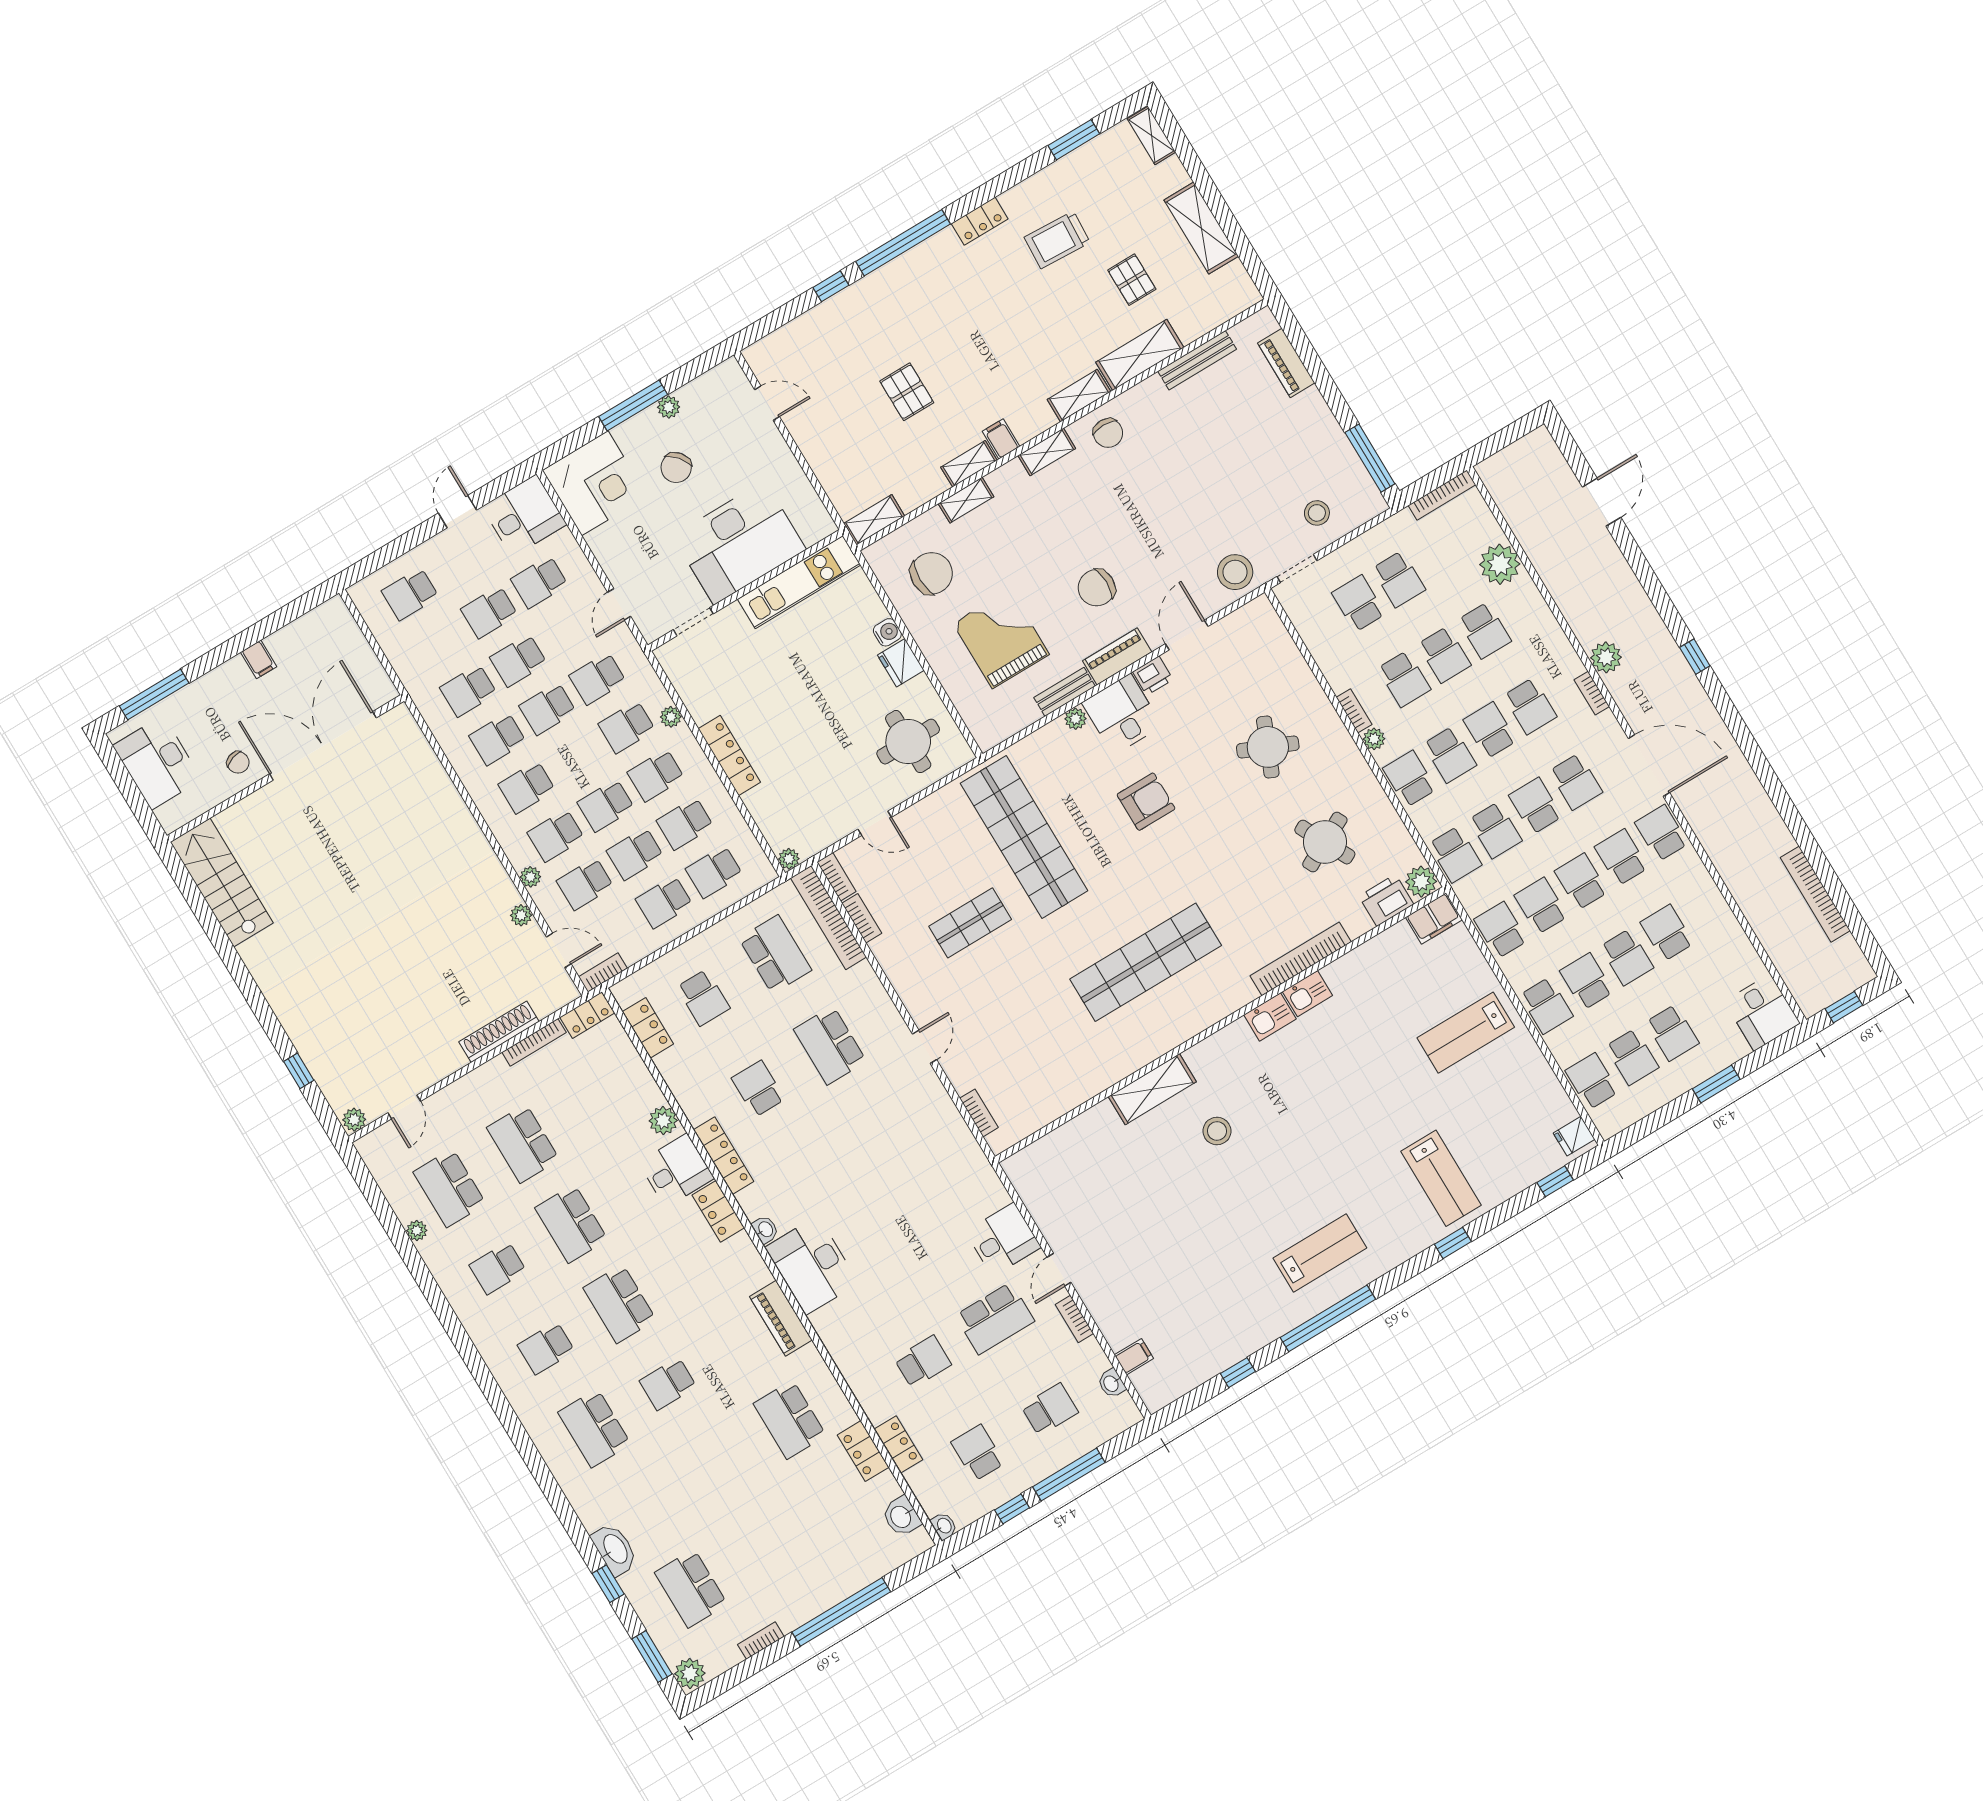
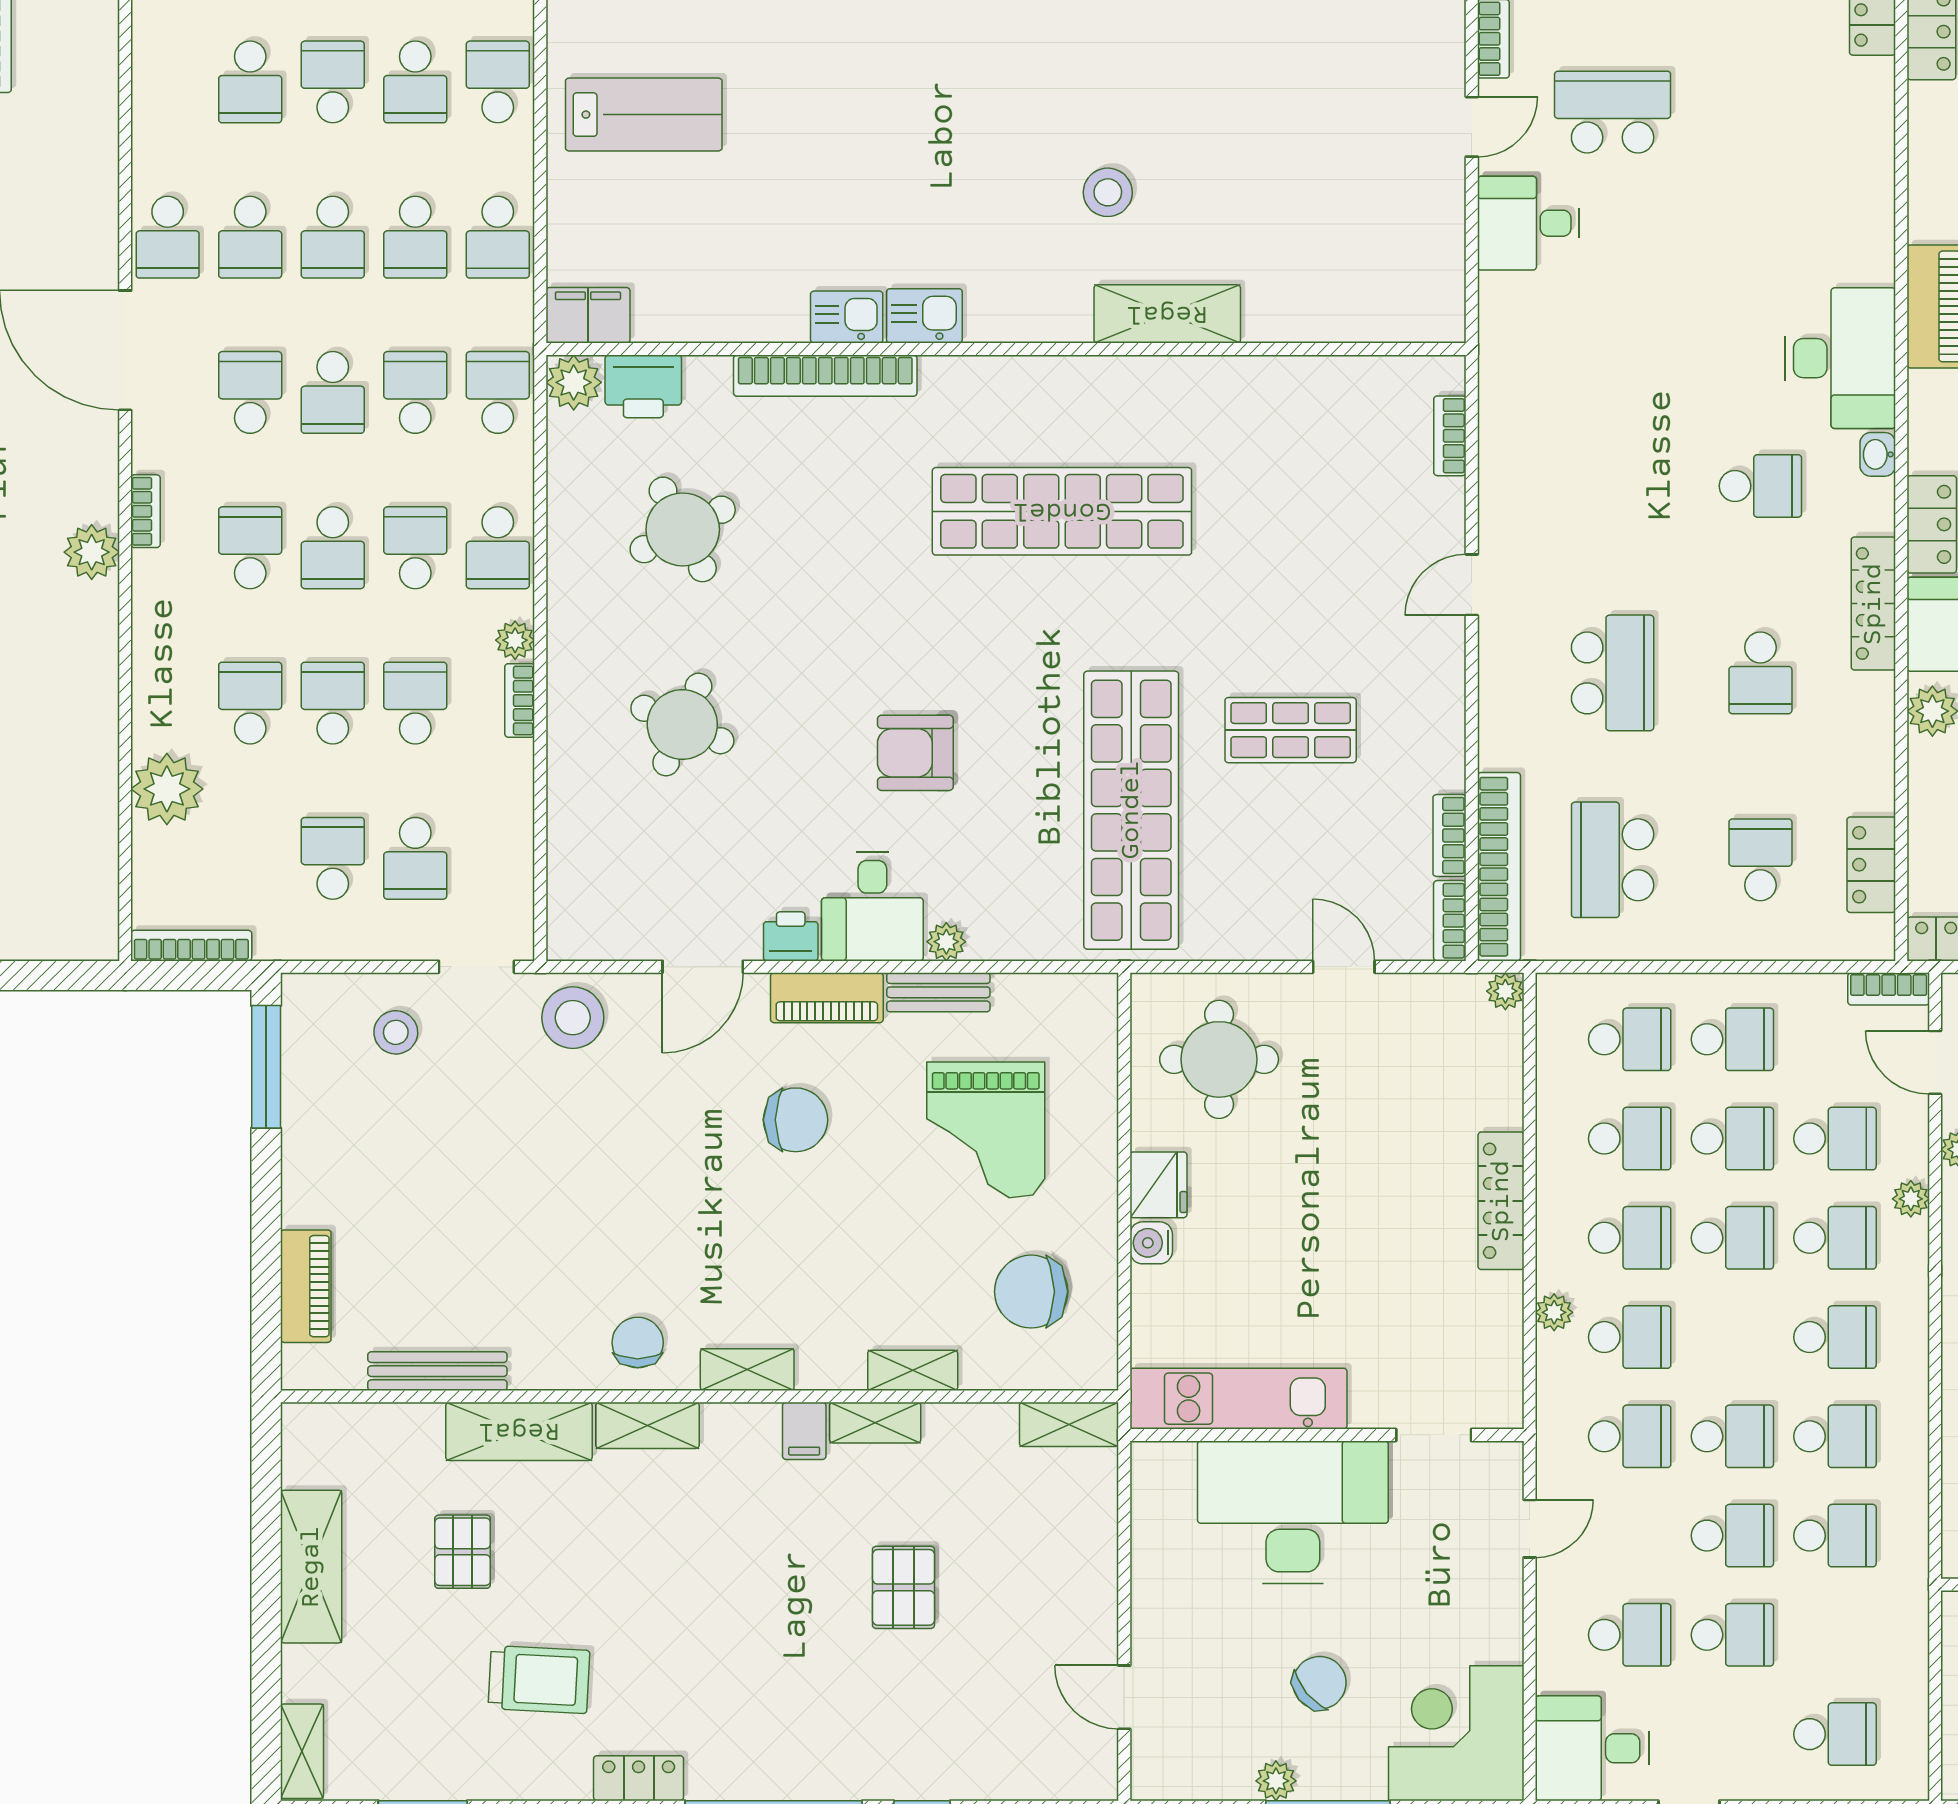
school desk: (923, 1362) -> (1760, 486), moved, turned 180

